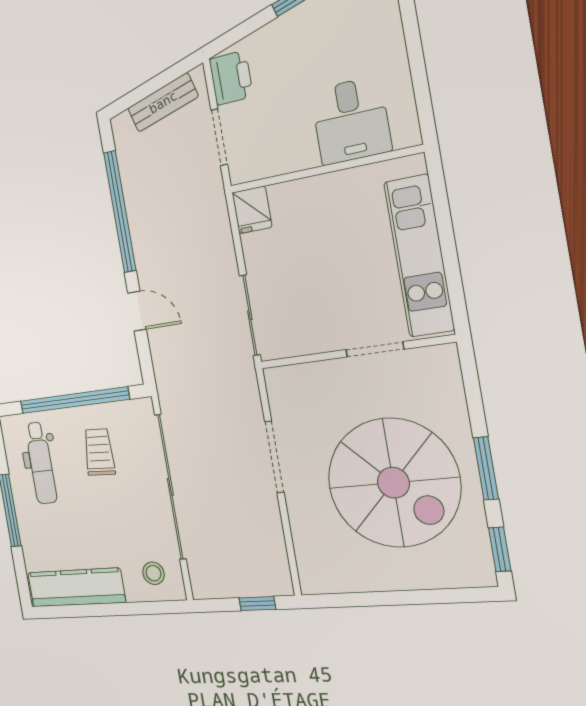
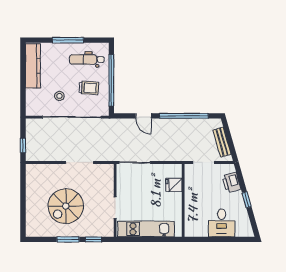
printer: (231, 78) -> (231, 183), moved, turned 74
desk: (351, 121) -> (222, 223), moved, turned -90
fridge: (252, 210) -> (174, 185), moved
door: (137, 311) -> (143, 116), hinge flipped
spiral stairs: (393, 483) -> (66, 206), width x0.73, depth x0.73
window: (500, 549) -> (93, 239), moved
stool: (153, 573) -> (59, 96), moved

